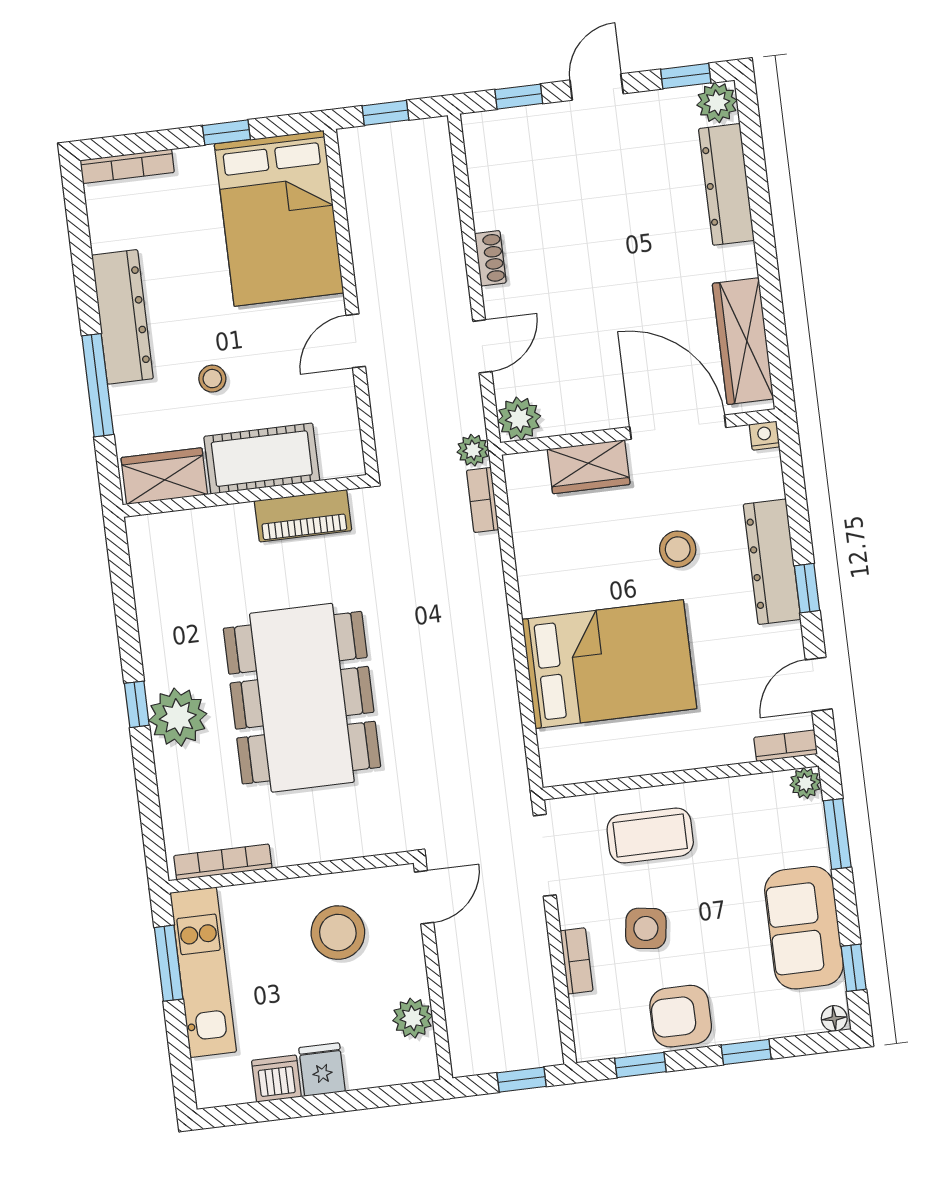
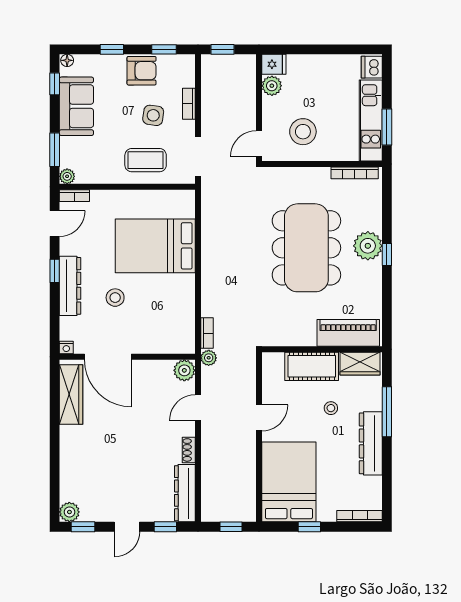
dresser: (726, 184) -> (185, 493), moved, turned 180
wardrobe: (589, 467) -> (153, 343), removed
piano: (303, 516) -> (348, 333), moved, width x1.37, depth x1.33
fridge: (322, 1070) -> (274, 64), moved, turned -90
dishwasher: (276, 1079) -> (372, 67), moved, turned 90

